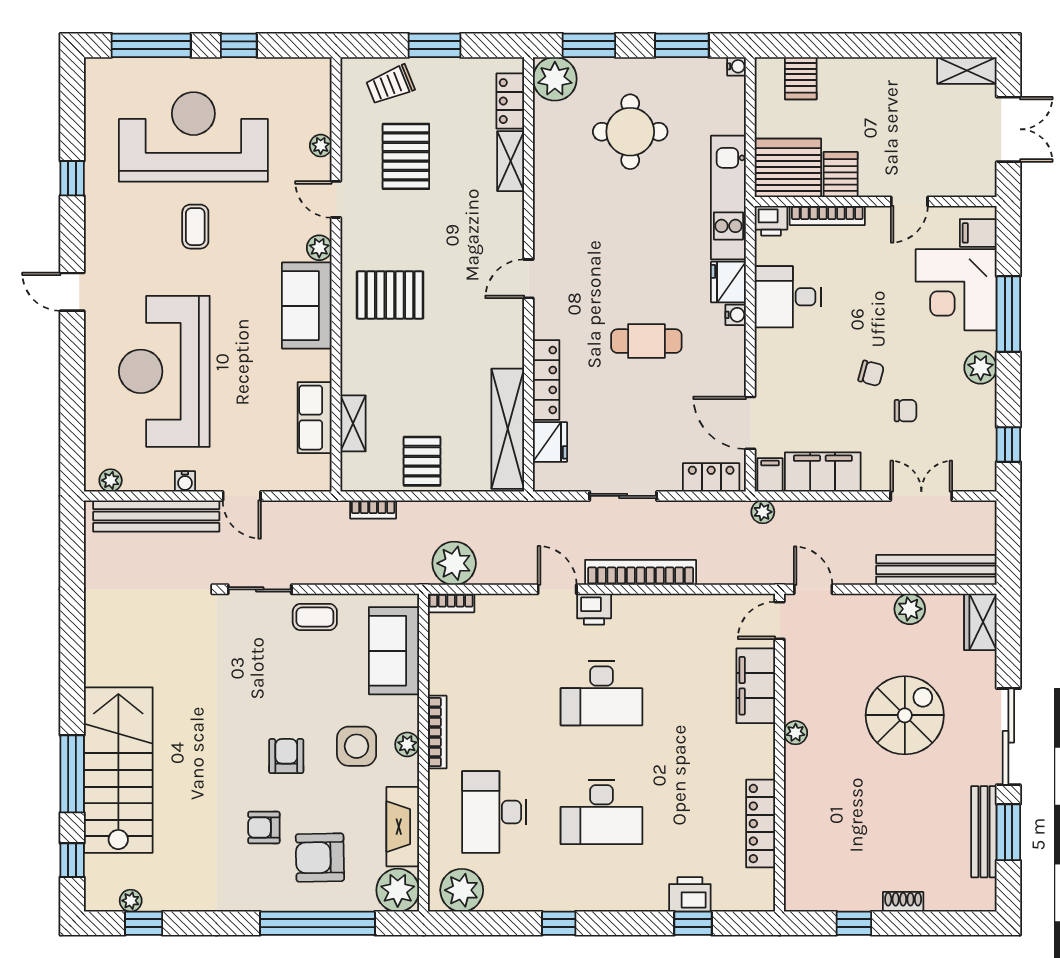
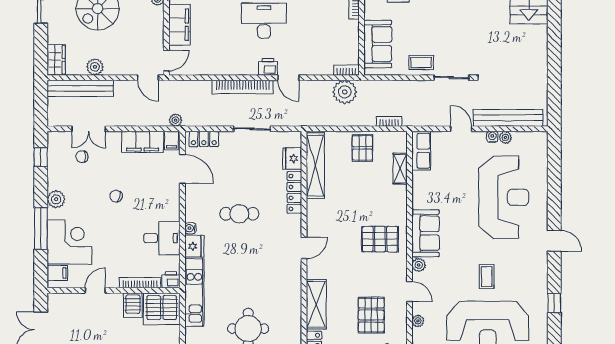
shelving: (511, 161) -> (316, 304), width x1.50, depth x1.33
chair: (905, 411) -> (82, 157), moved
row of seats: (315, 418) -> (421, 151), moved
plant: (111, 480) -> (505, 137), moved

